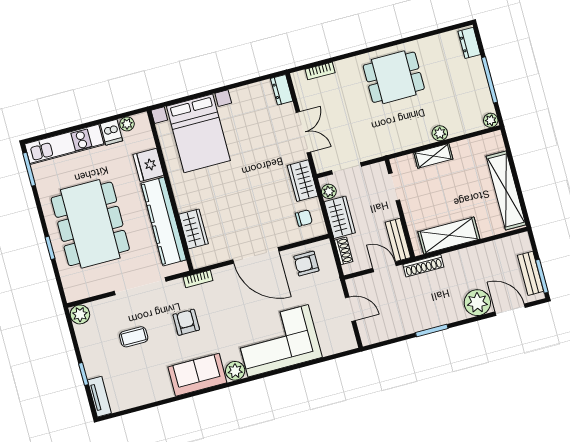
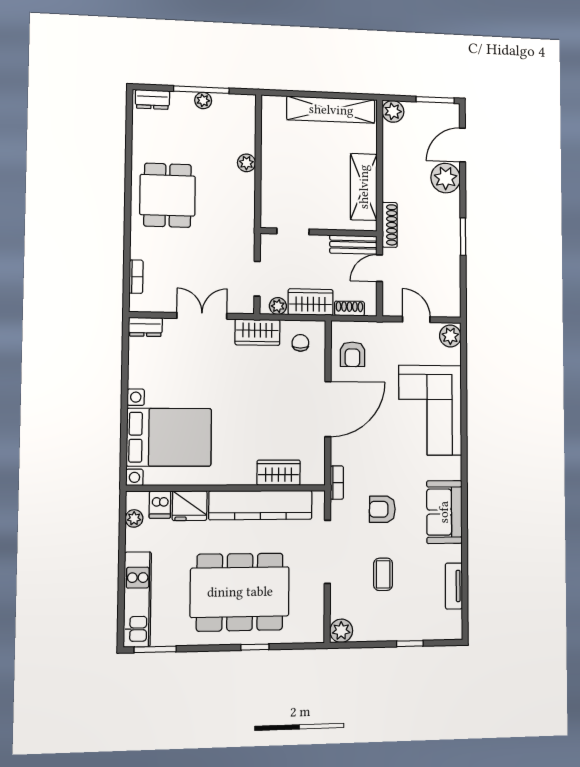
plant: (491, 120) -> (203, 101), moved
dishwasher: (111, 132) -> (160, 505), moved, turned 90
shelving: (433, 156) -> (270, 178), removed
plant: (521, 243) -> (393, 111), added
bench: (531, 273) -> (429, 111), removed
door: (350, 309) -> (416, 319), hinge flipped
plant: (235, 371) -> (450, 336), moved
tv unit: (99, 397) -> (454, 586), moved, turned -90

